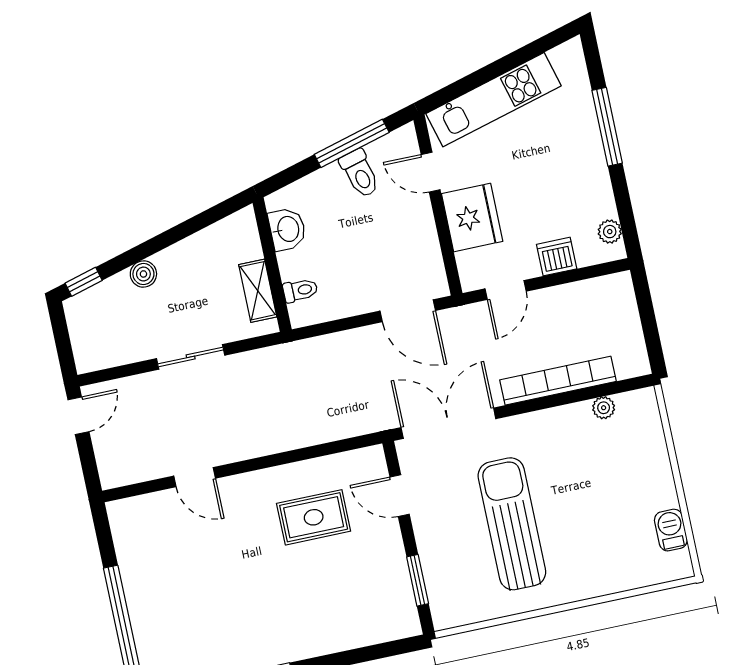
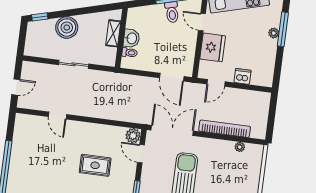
washbasin: (287, 229) -> (131, 38), moved
plant: (610, 232) -> (274, 33), moved
boiler: (143, 274) -> (67, 28), width x1.86, depth x1.86
shelving: (258, 291) -> (113, 33), moved
door: (78, 416) -> (16, 87), moved
plant: (369, 463) -> (133, 136), added
rug: (314, 517) -> (95, 165), moved

